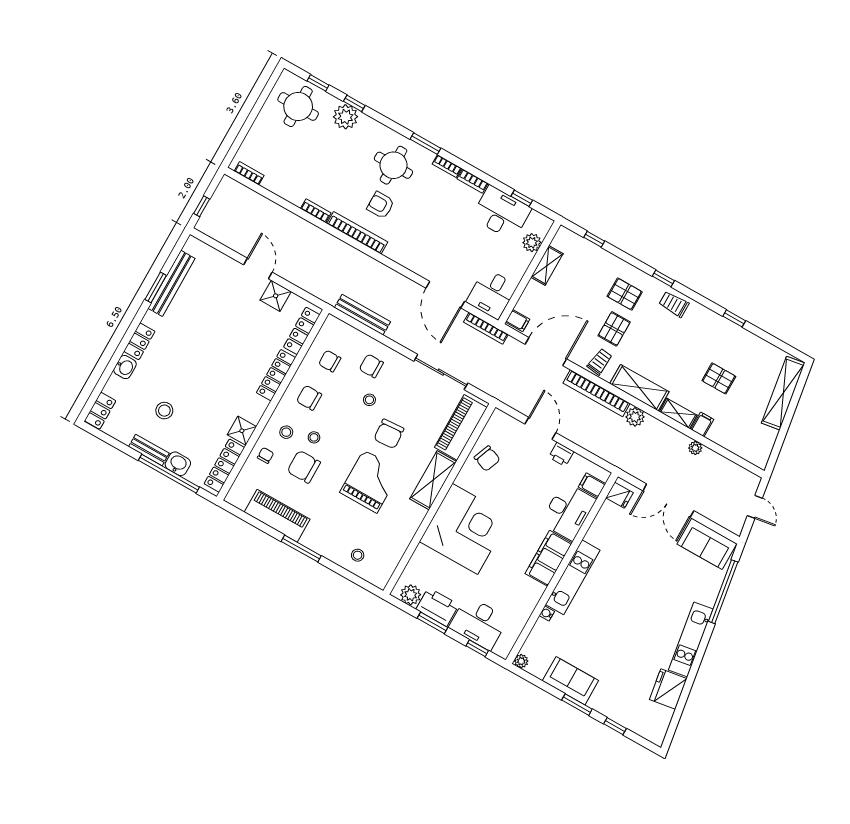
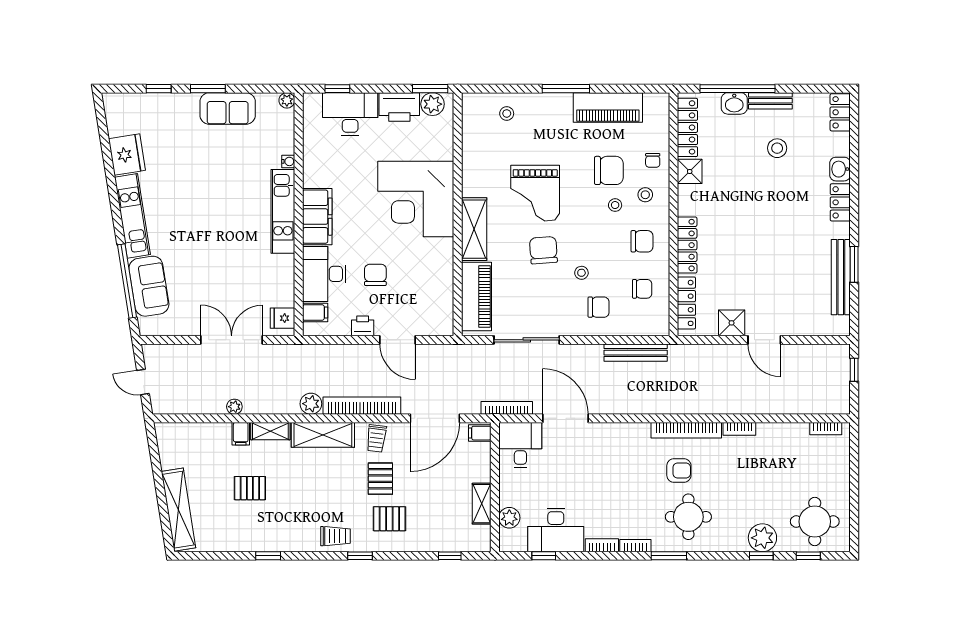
chair: (487, 459) -> (375, 275), moved, turned 69
sofa: (707, 544) -> (149, 286), moved, turned 81
window: (433, 623) -> (430, 89), moved

